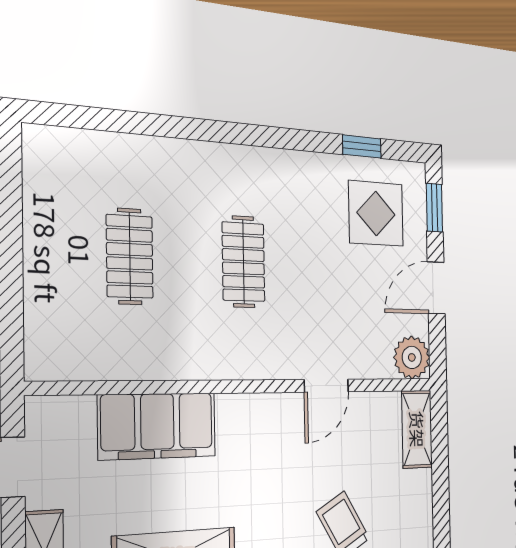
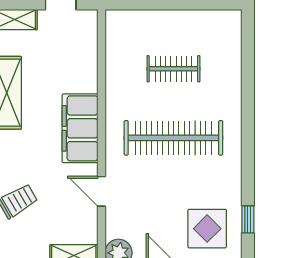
clothes rail: (243, 262) -> (173, 138), width x1.86, depth x1.31
filing cabinet: (157, 426) -> (80, 128), moved

